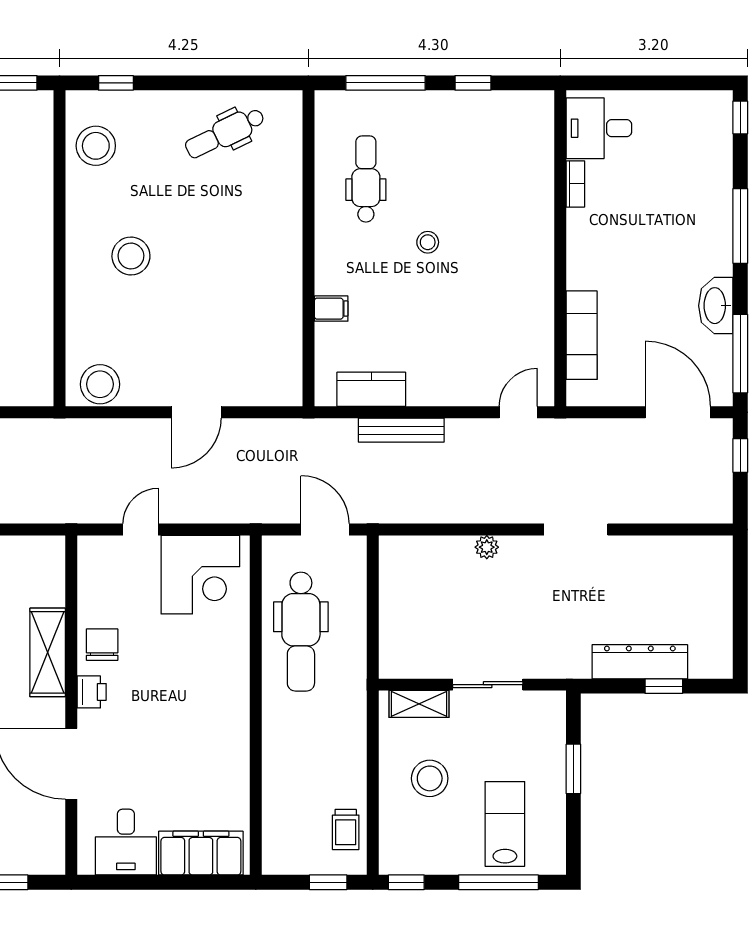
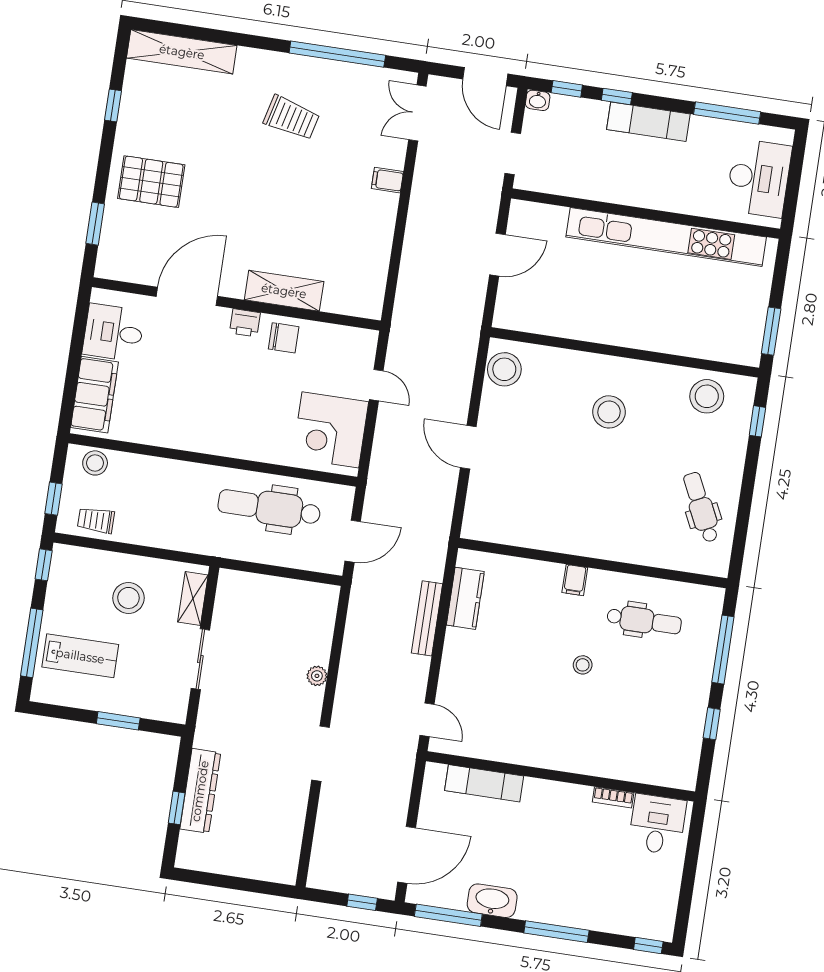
filing cabinet: (331, 309) -> (575, 580), moved
stool: (280, 841) -> (95, 463), added

